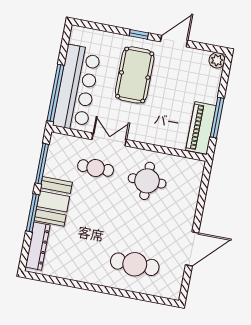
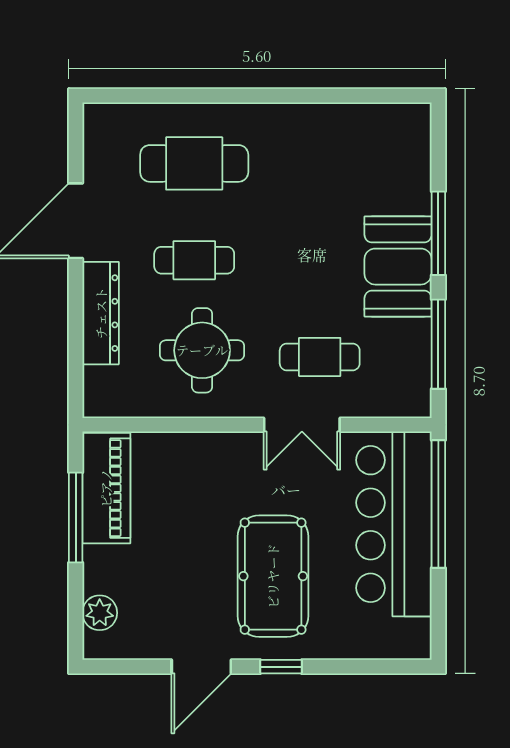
plant: (217, 60) -> (100, 613), moved
cafe table: (143, 221) -> (194, 260), added
dresser: (38, 246) -> (101, 313), moved, turned 180

